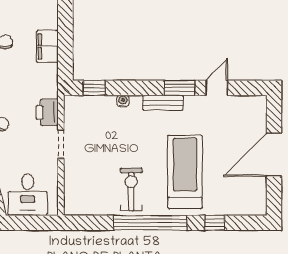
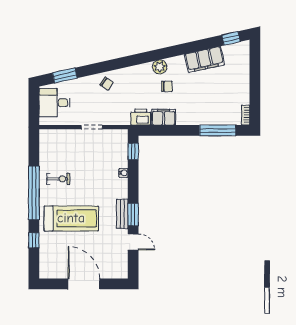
bench: (163, 103) -> (122, 214), moved
printer: (47, 112) -> (141, 117), moved
exercise bike: (131, 189) -> (58, 179), width x0.73, depth x0.72

